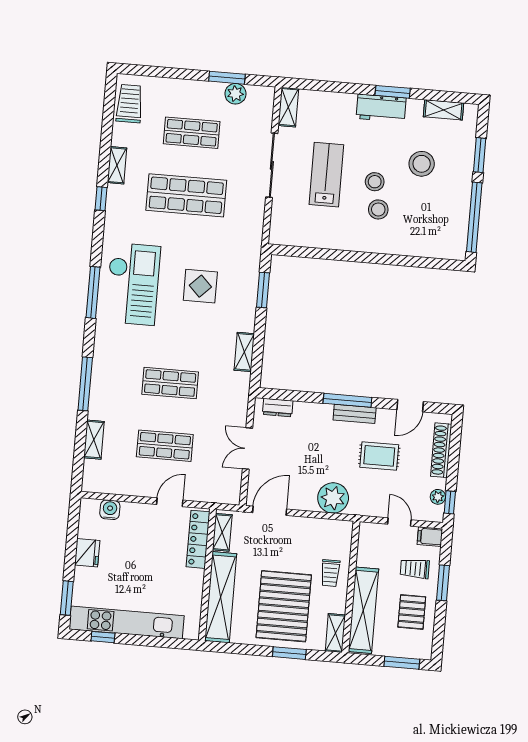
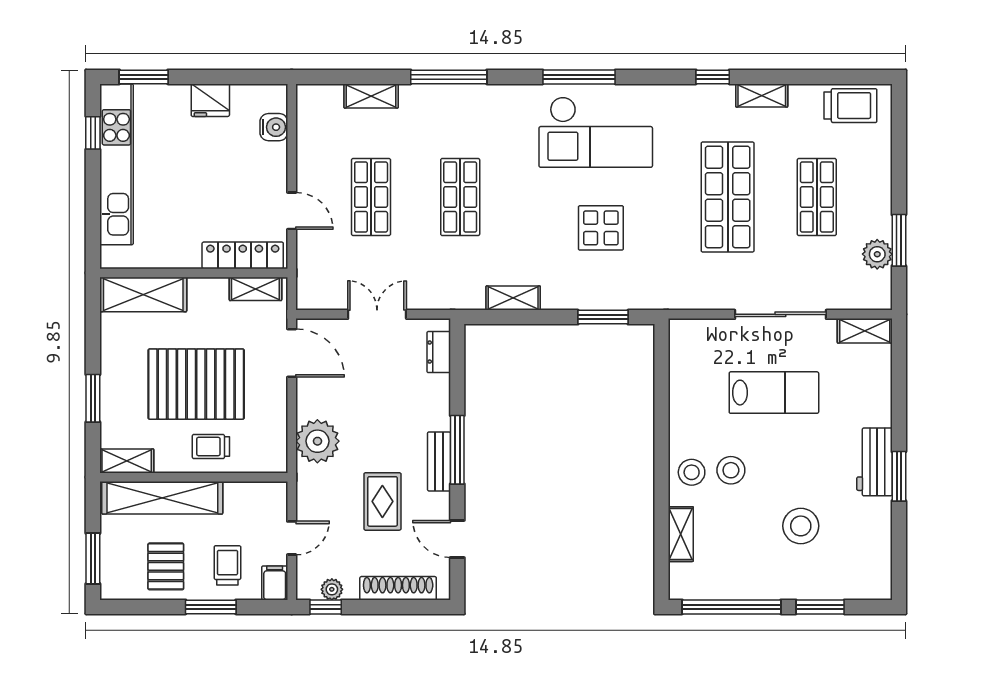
shelving: (443, 110) -> (681, 534), moved
stool: (375, 182) -> (692, 472), moved
shelving: (221, 597) -> (143, 294), width x0.68
pallet: (284, 606) -> (196, 384), moved
pallet: (412, 612) -> (166, 566), turned 90

